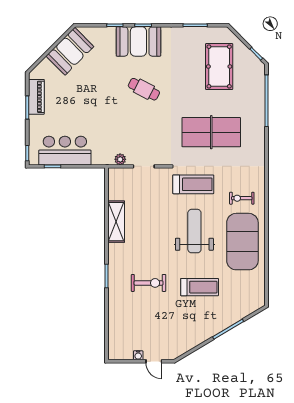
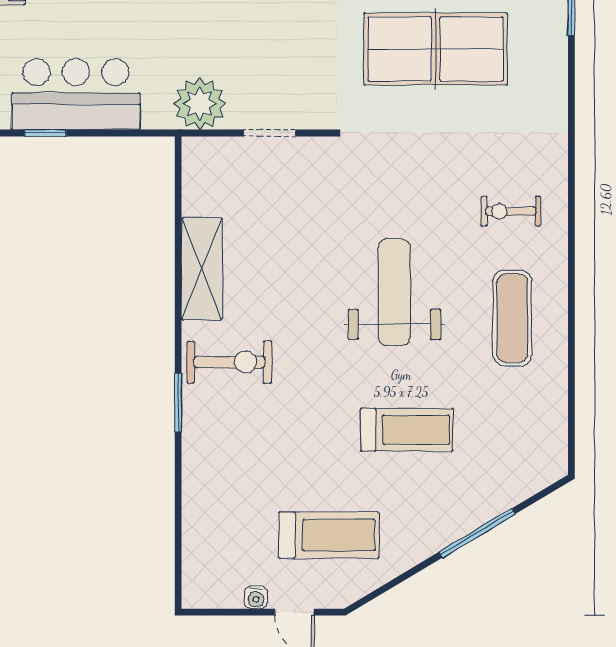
plant: (120, 159) -> (200, 104), width x1.88, depth x1.88
treadmill: (193, 184) -> (329, 535), moved
exercise mat: (242, 242) -> (512, 318), width x0.50, depth x0.69
exercise bike: (149, 283) -> (229, 362), moved

